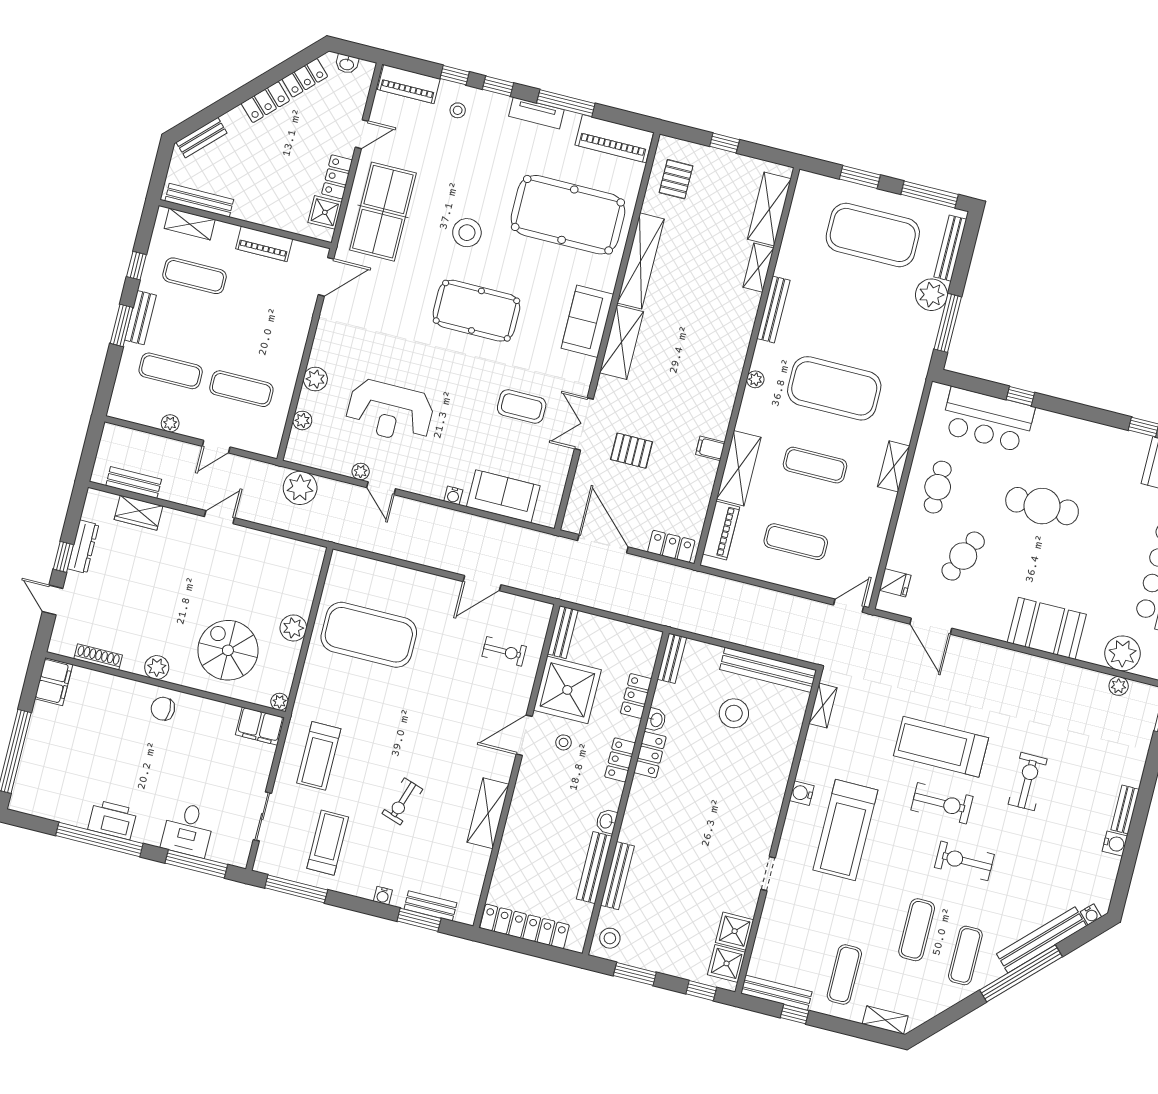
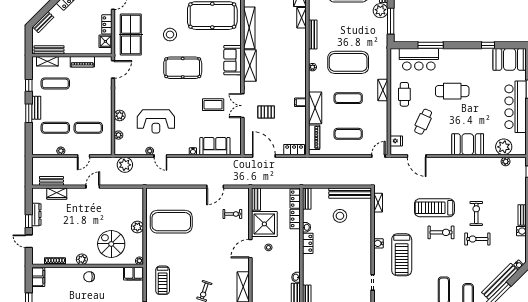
window: (1020, 396) -> (431, 45), width x2.17
locker: (620, 760) -> (295, 199), moved
exercise bike: (964, 861) -> (477, 239), moved

